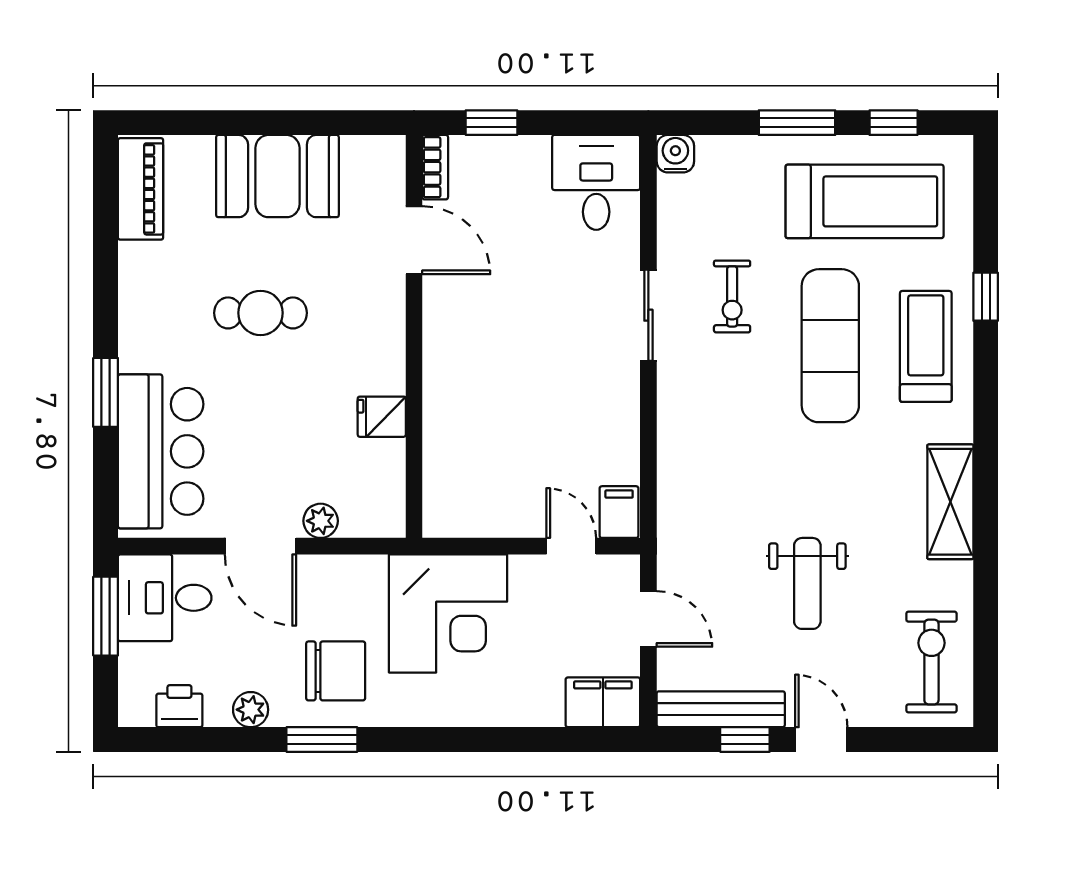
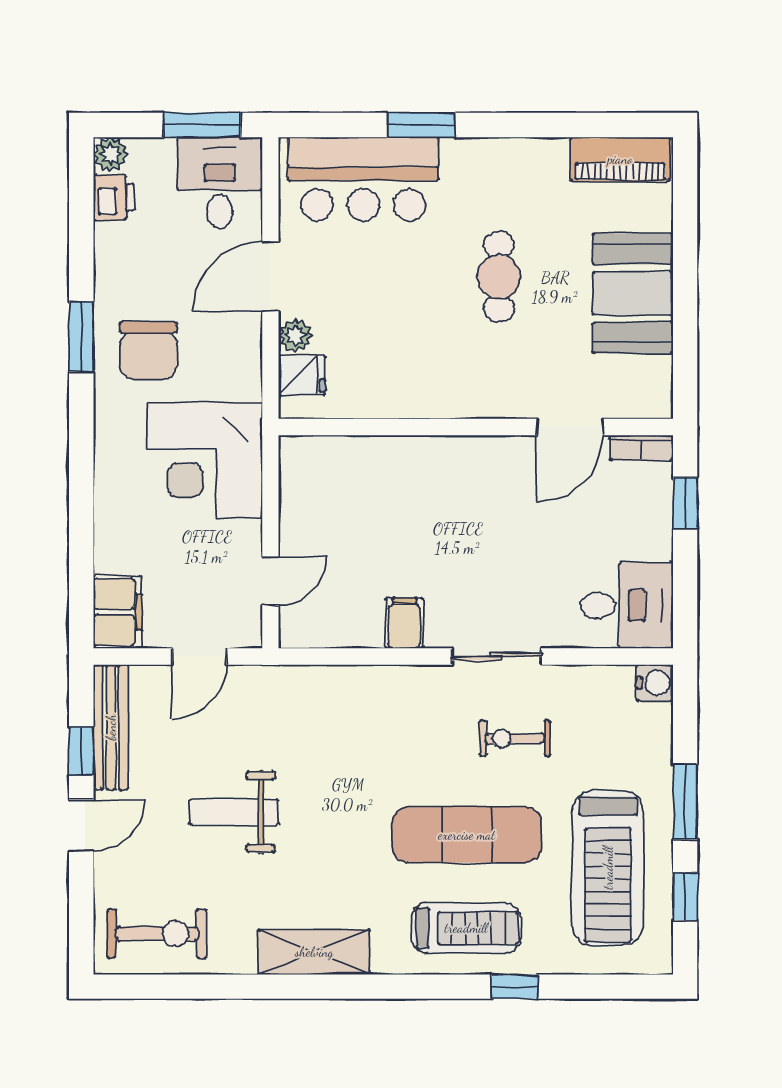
fridge: (382, 417) -> (302, 375), moved, turned 90
filing cabinet: (619, 512) -> (404, 623), moved, turned -90
plant: (251, 710) -> (110, 154), moved

